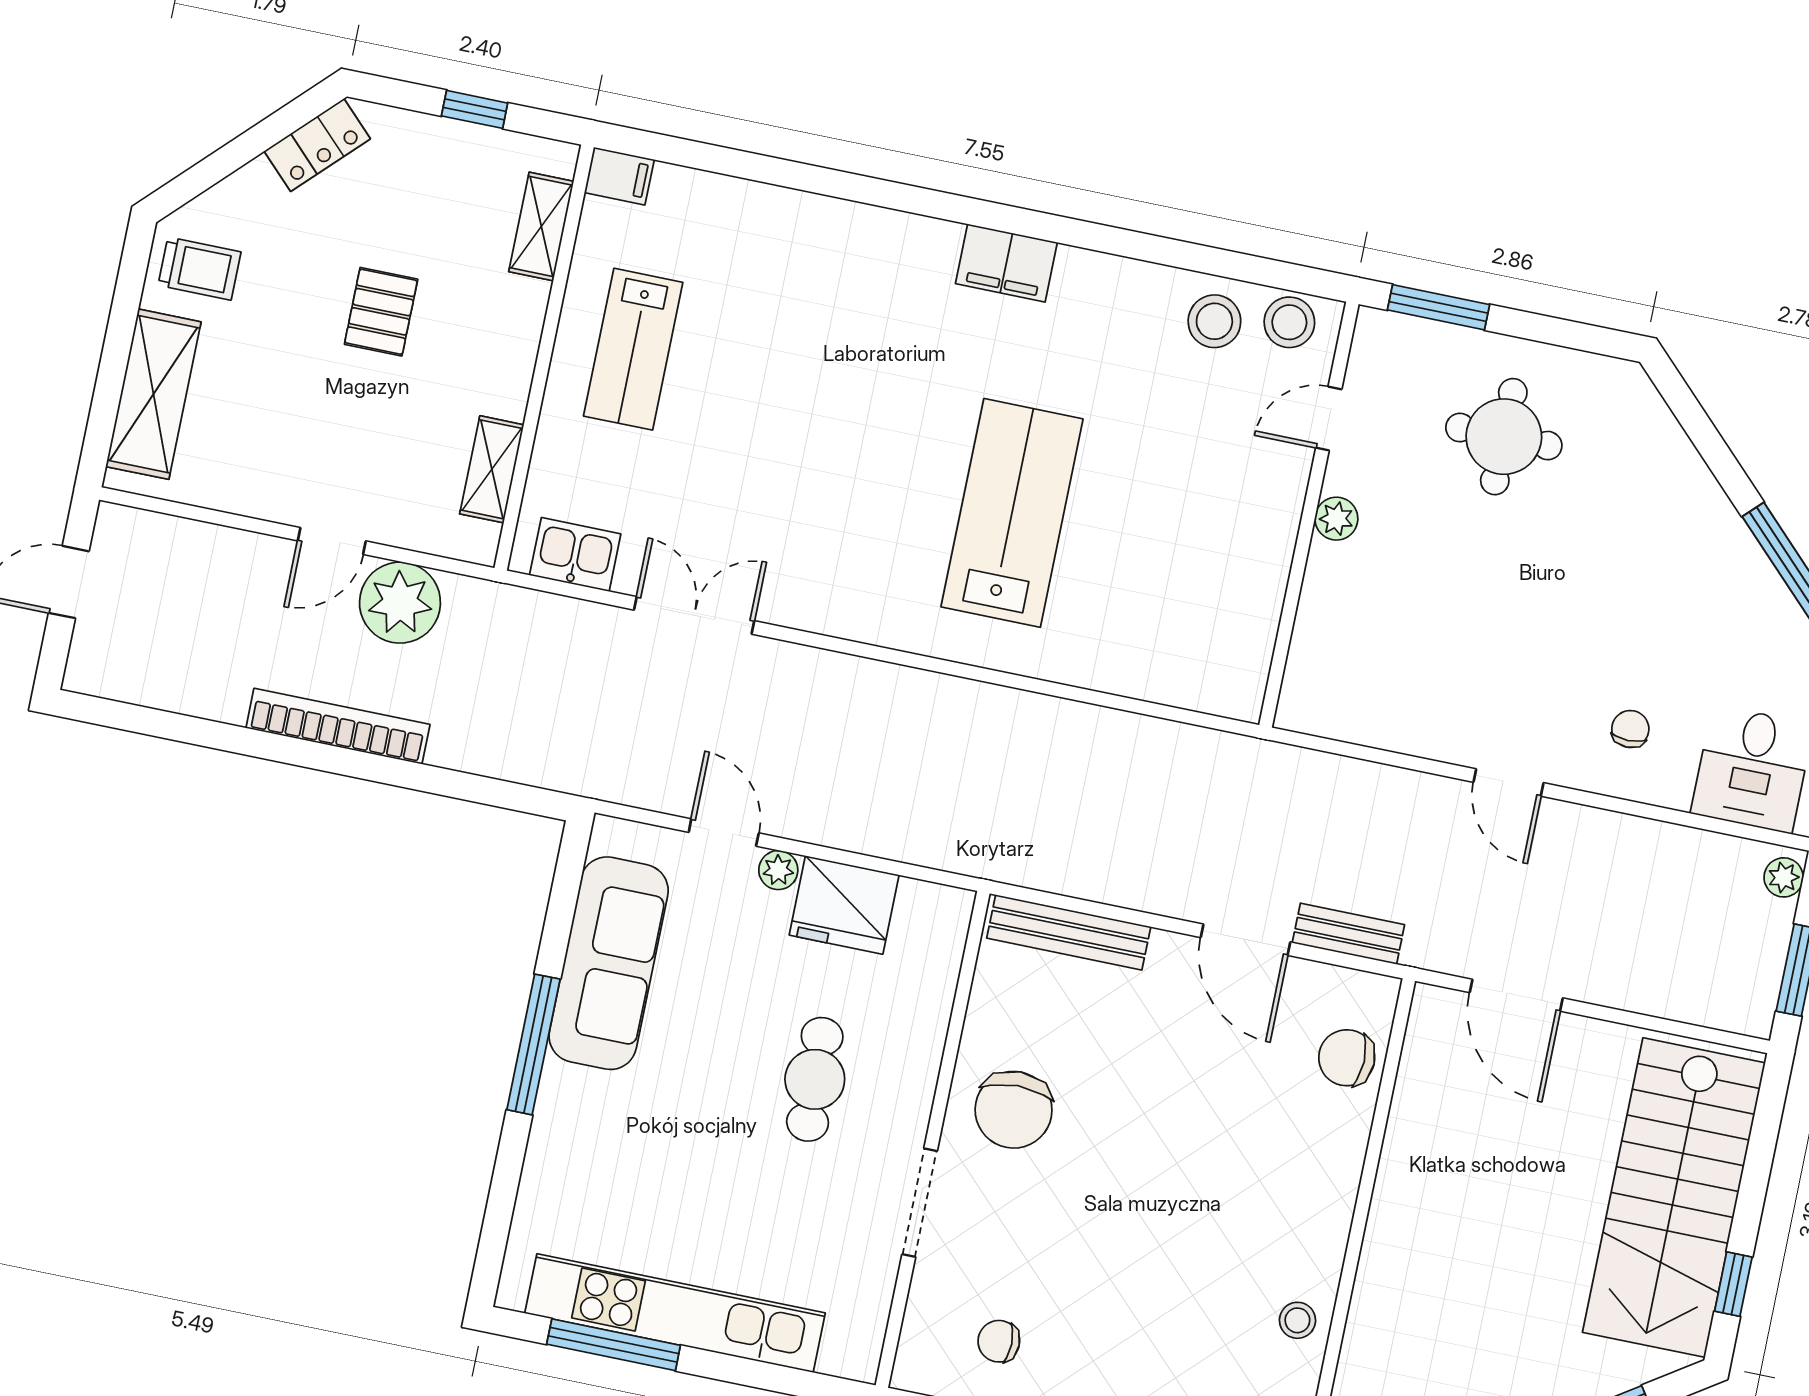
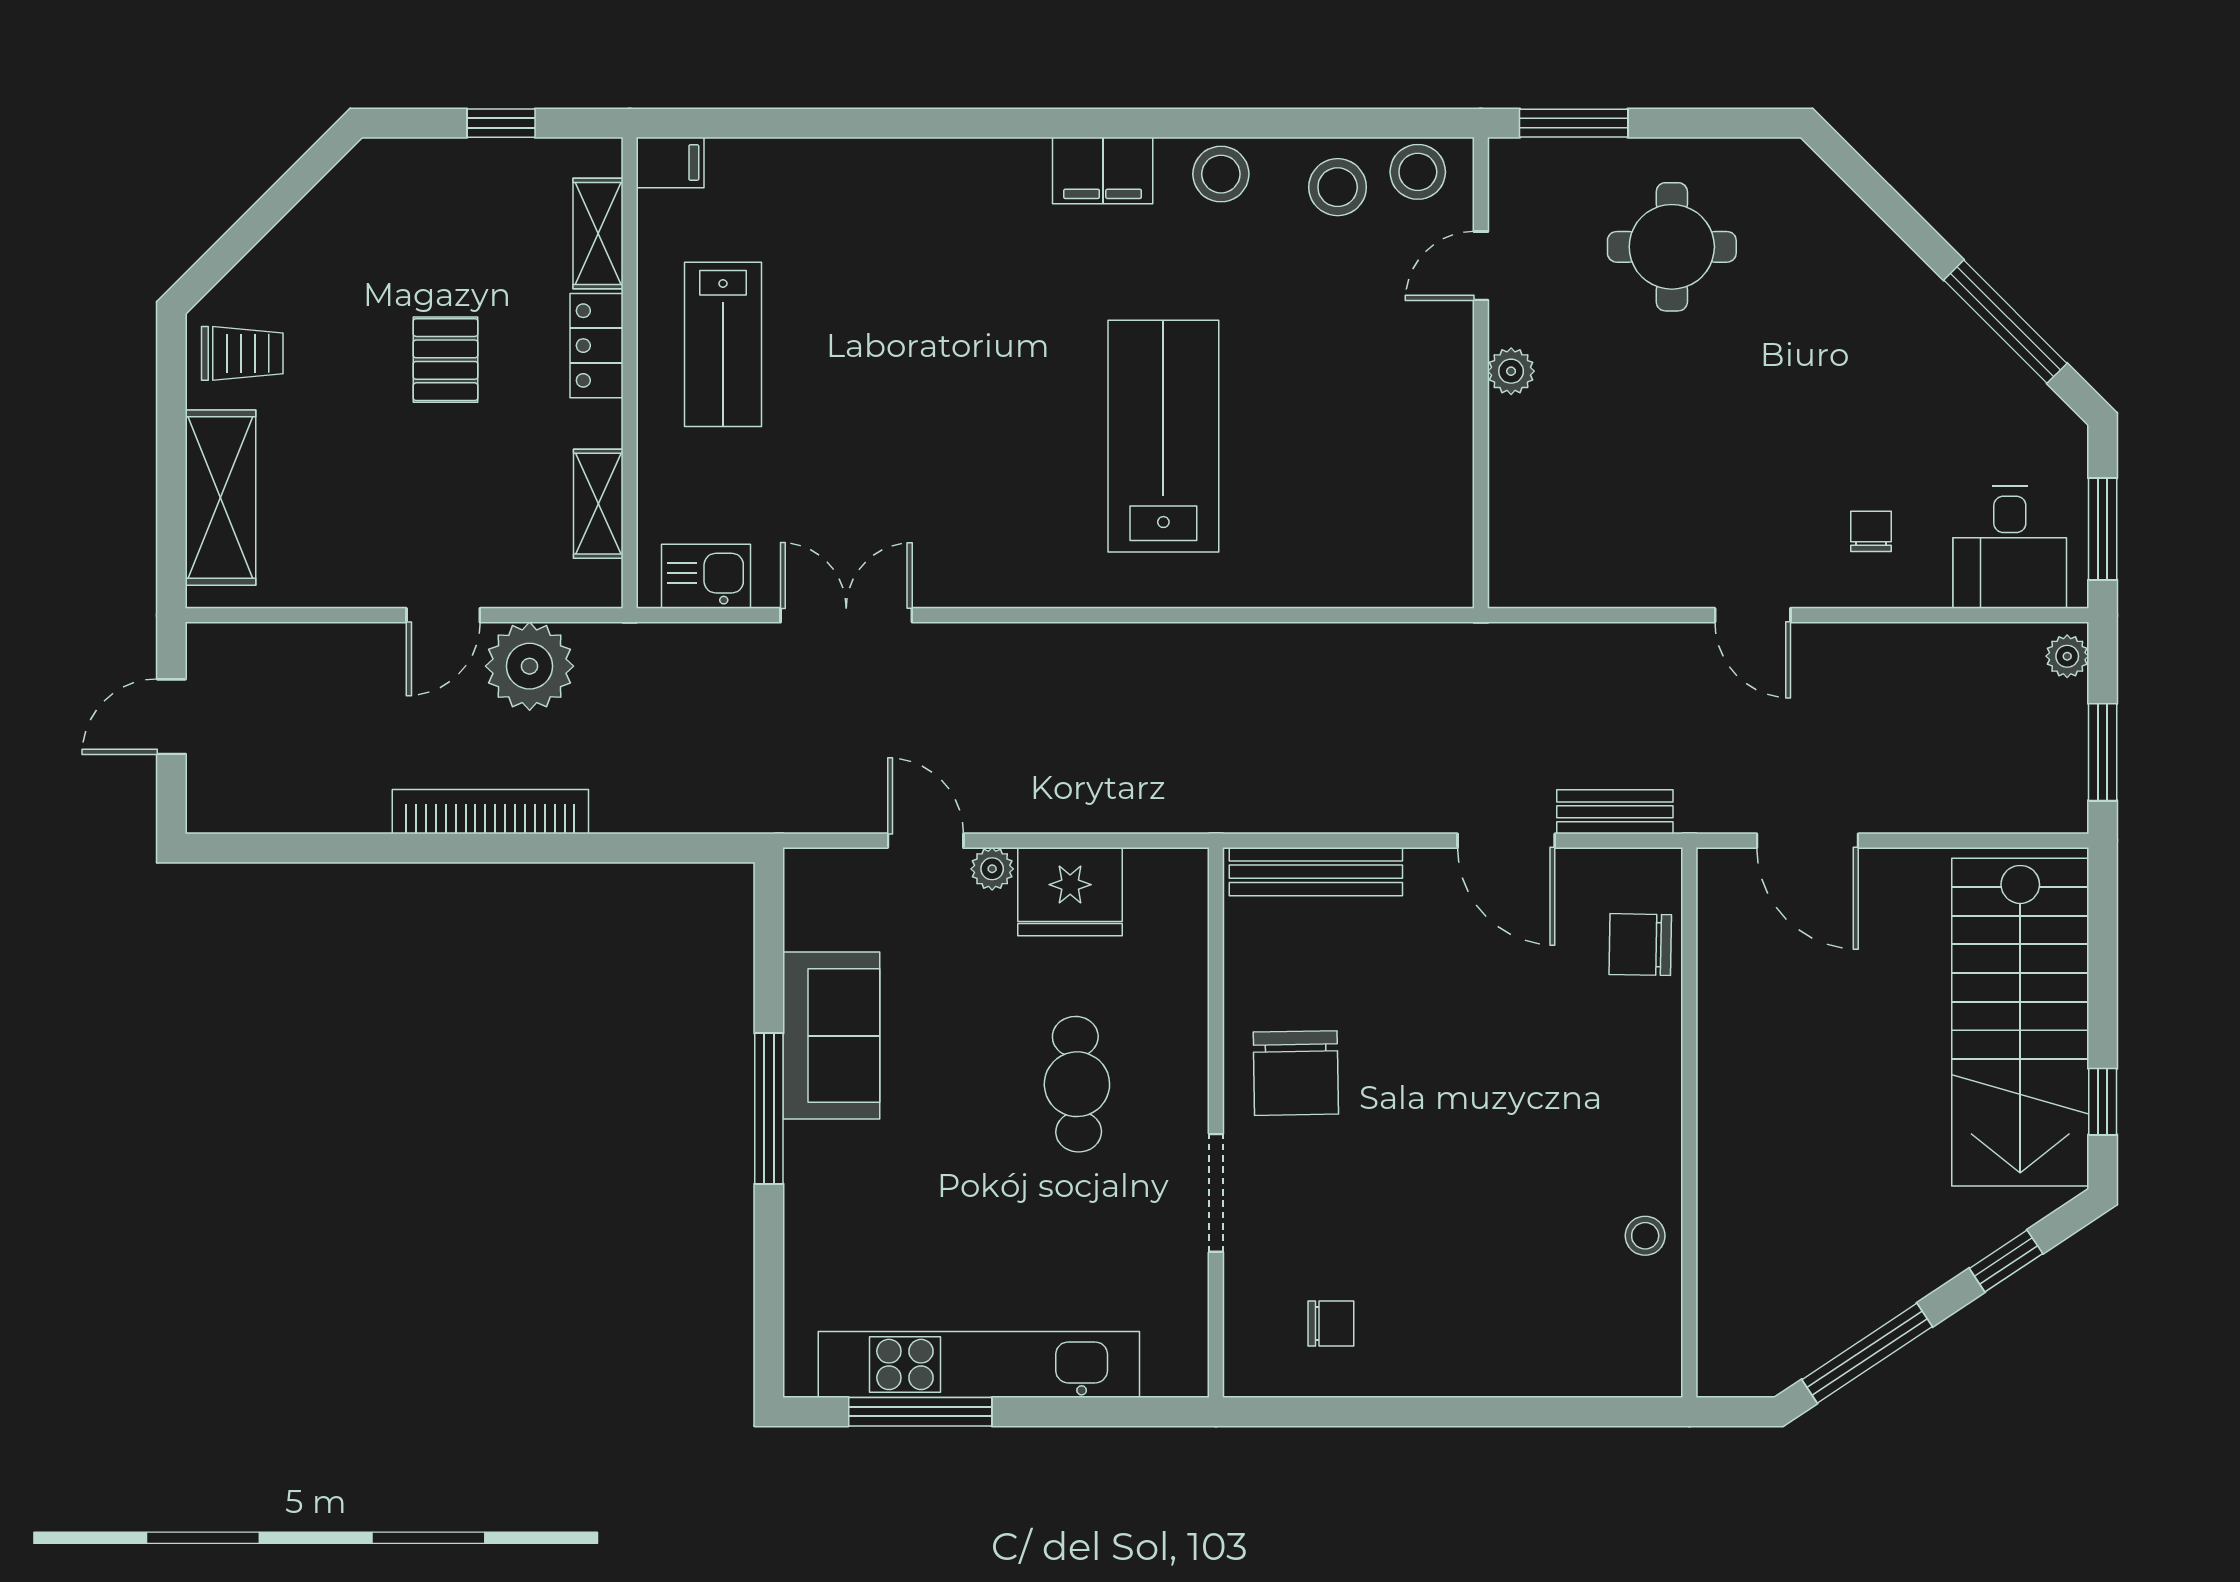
locker: (317, 145) -> (596, 346), moved, turned 135
stool: (1112, 288) -> (1221, 174), added
sofa: (609, 963) -> (831, 1036), width x0.73
chair: (999, 1341) -> (1331, 1324), turned 180

